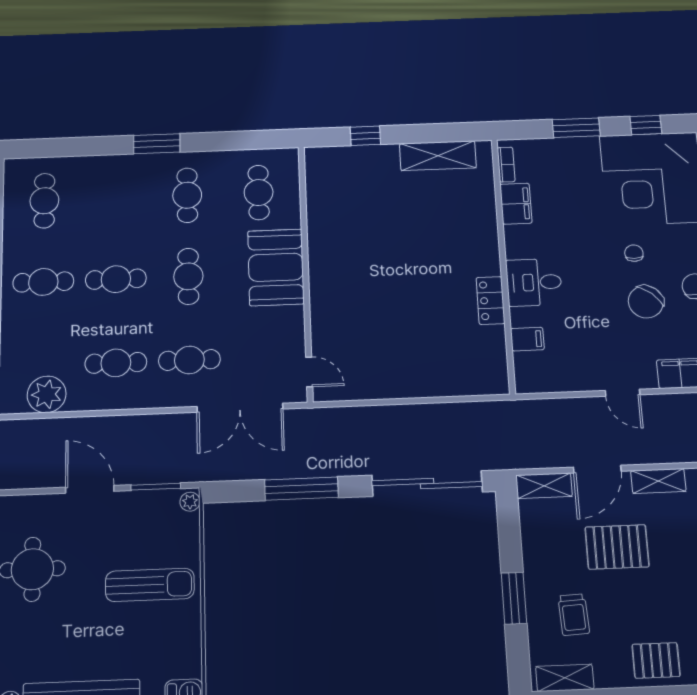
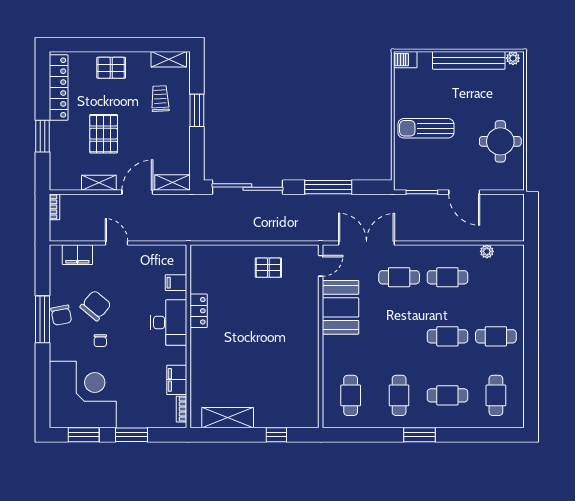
window: (646, 125) -> (84, 435), width x1.50
booth: (276, 267) -> (340, 307), moved
cafe table: (188, 276) -> (447, 395), moved, turned 90
desk: (534, 282) -> (169, 322), width x1.37
pallet: (389, 366) -> (268, 268), added
door: (309, 372) -> (321, 266), swing flipped
plant: (47, 394) -> (487, 251), width x0.53, depth x0.53
plant: (190, 502) -> (400, 181), removed
pallet: (617, 547) -> (104, 134), moved, turned 90

